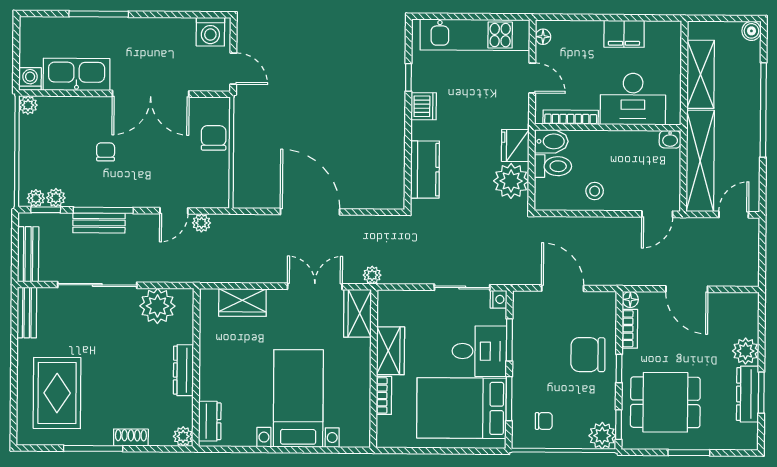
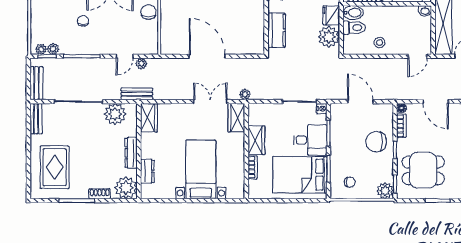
bench: (99, 223) -> (137, 94), moved
wardrobe: (242, 303) -> (149, 118), moved, turned -90
dresser: (210, 421) -> (147, 171), moved
plant: (183, 436) -> (126, 188), width x1.87, depth x1.87

